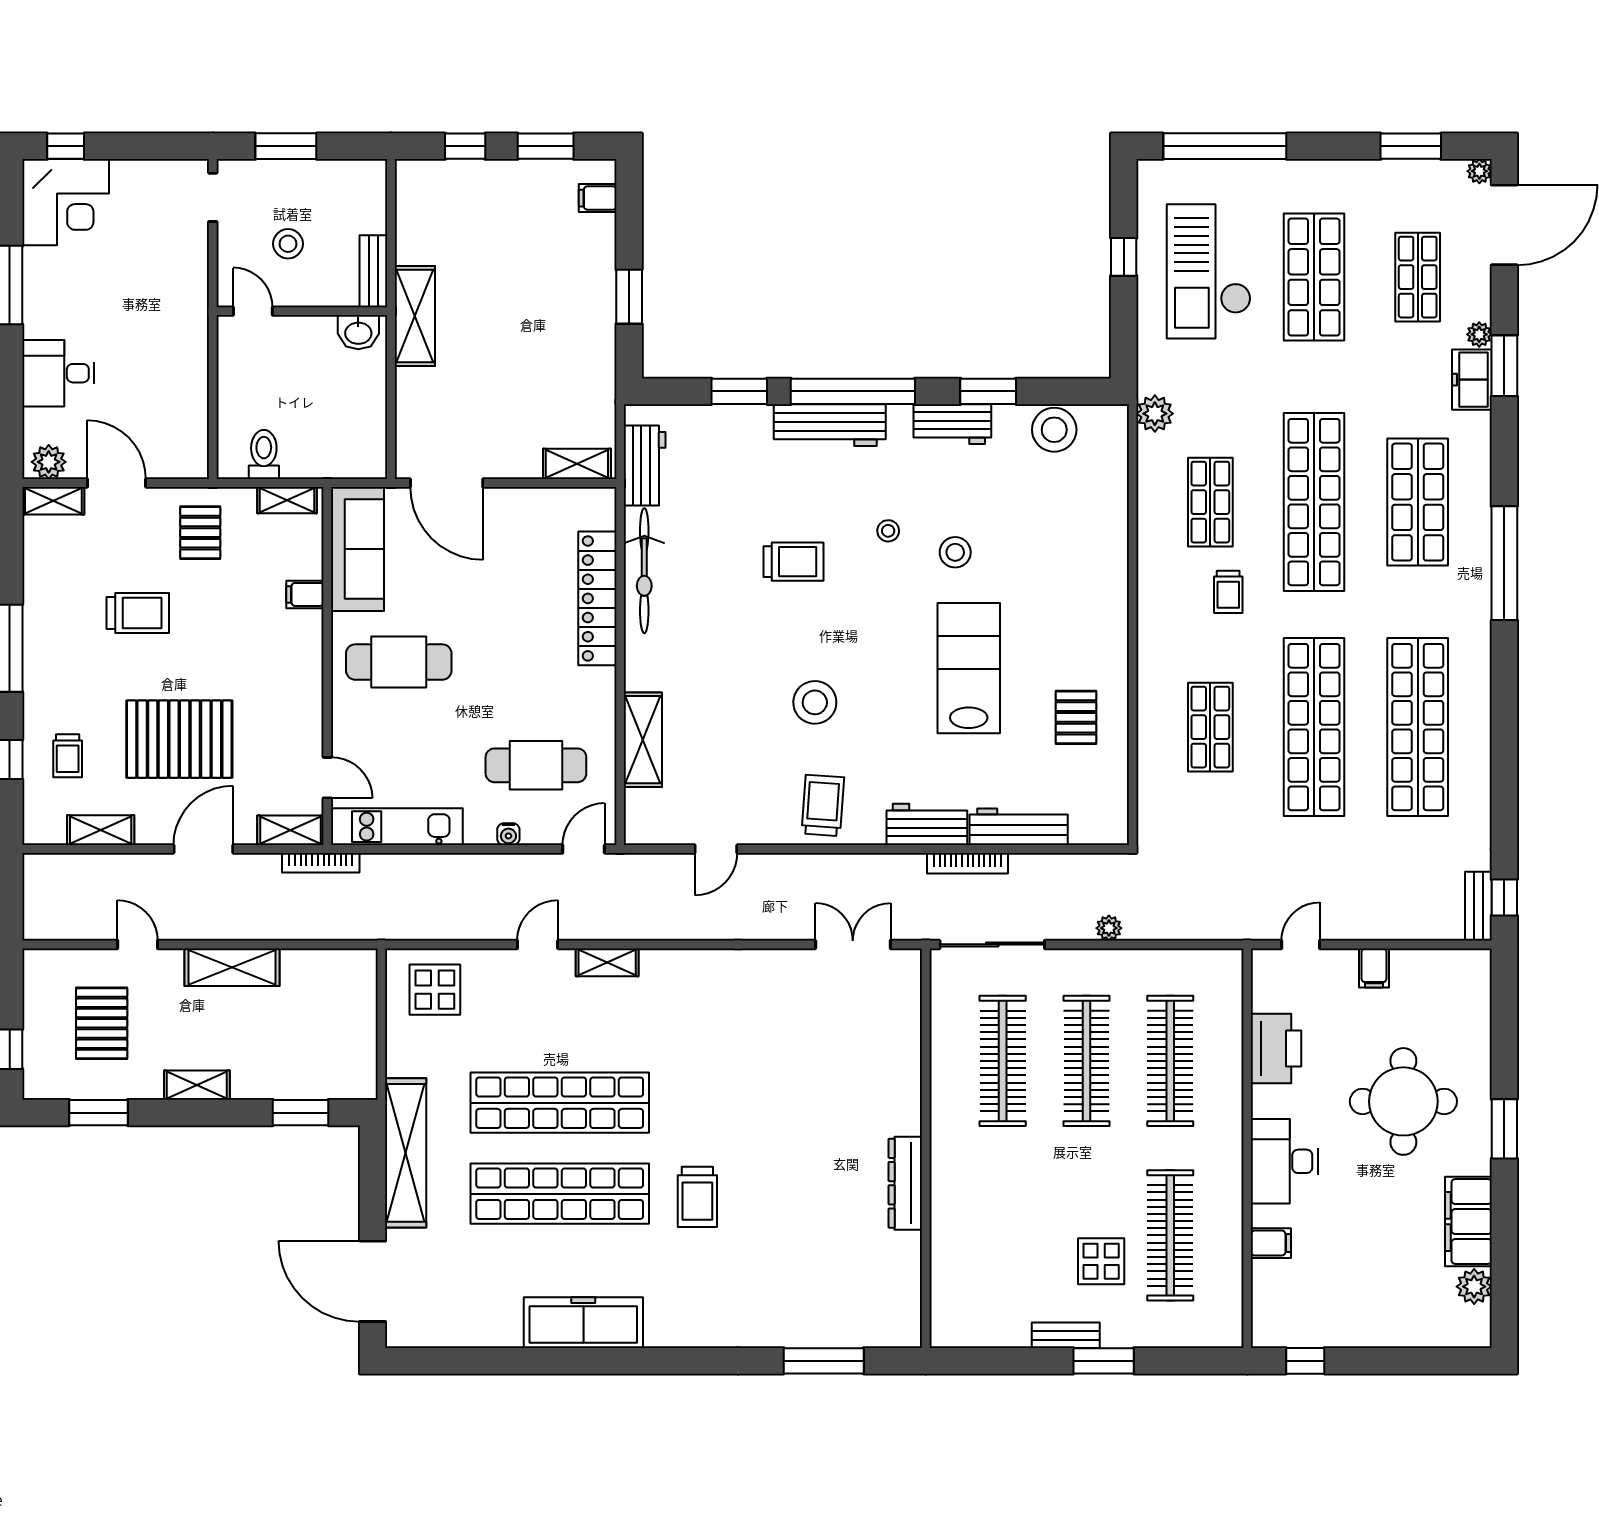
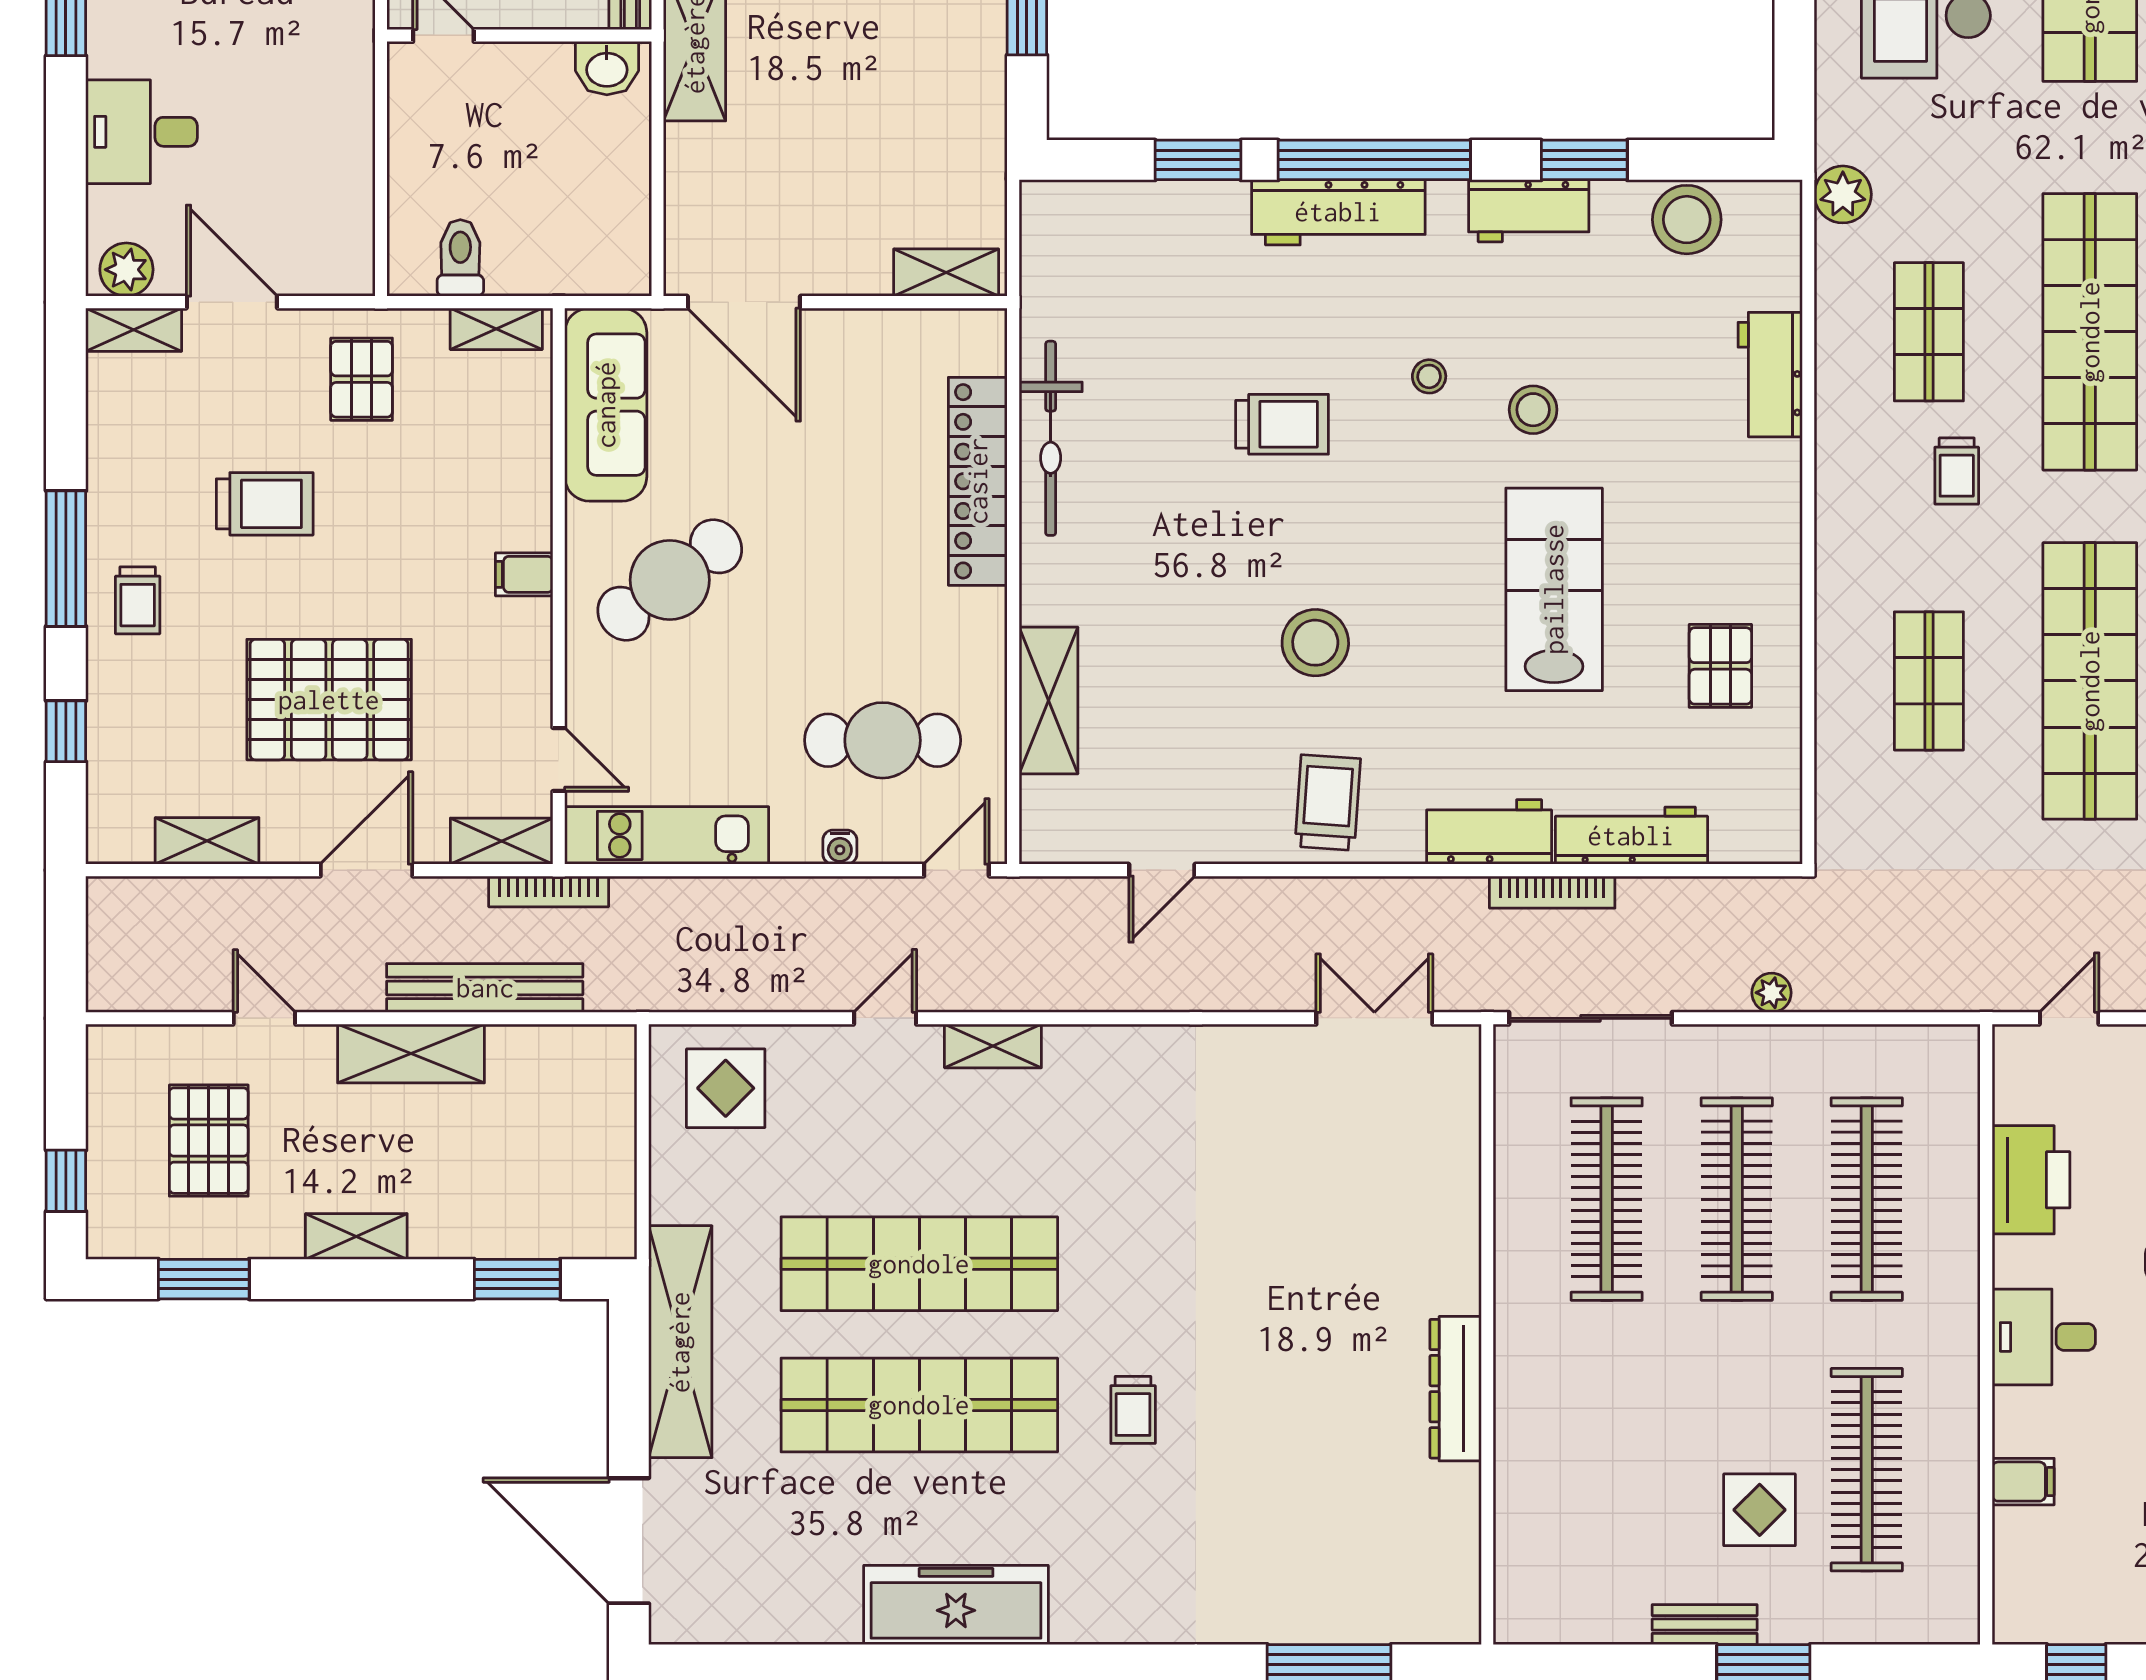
workbench: (645, 465) -> (1770, 375), moved, turned 180
filing cabinet: (305, 594) -> (524, 574), moved
cafe table: (399, 662) -> (670, 580), turned -36
trolley: (68, 756) -> (138, 600), moved
bench: (280, 925) -> (485, 988), added
desk: (1284, 1161) -> (2044, 1337), width x0.73
trolley: (697, 1197) -> (1133, 1410), width x0.73, depth x0.72

